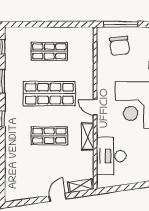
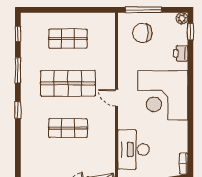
chair: (119, 46) -> (142, 33), turned 97
shelving: (88, 137) -> (109, 129), removed

